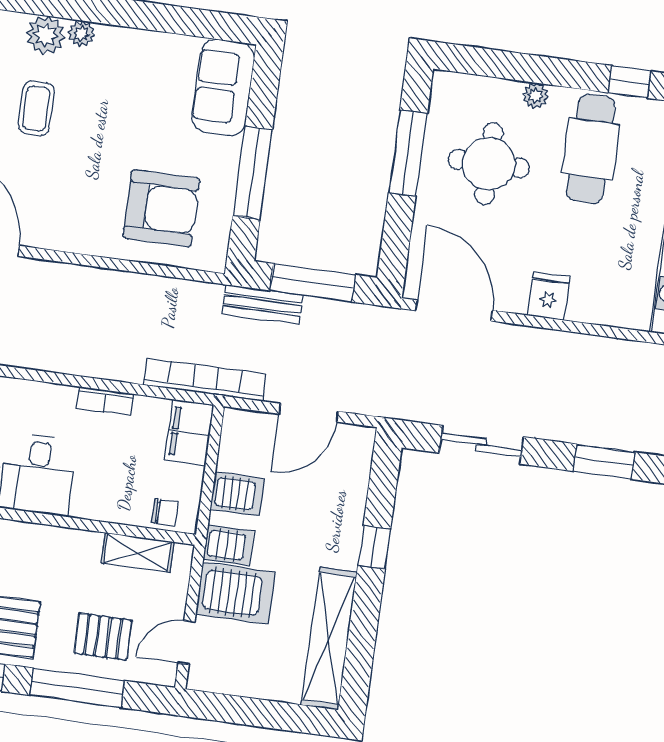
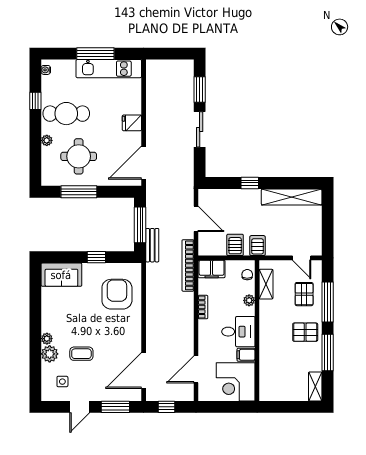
window: (252, 173) -> (96, 257), width x0.46
sliding door: (481, 445) -> (200, 129), moved
plant: (106, 509) -> (249, 300), added
server rack: (235, 593) -> (278, 240), removed

